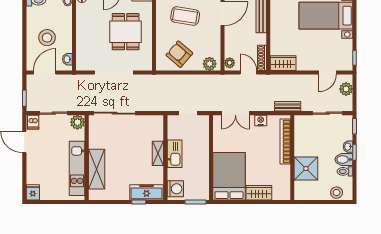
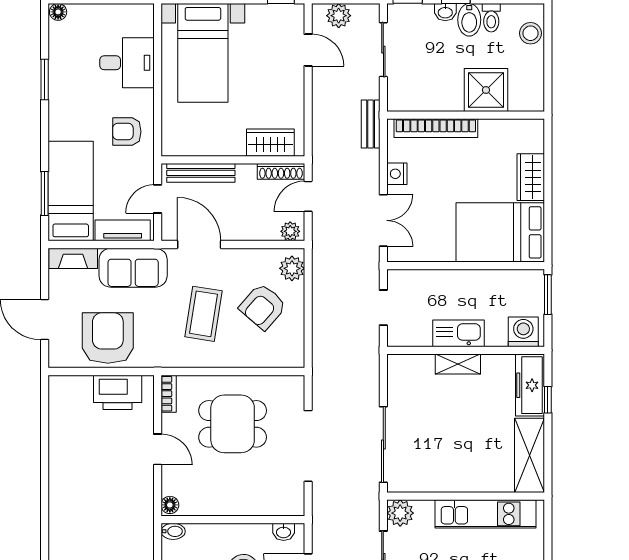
armchair: (179, 54) -> (263, 307), moved
wardrobe: (283, 63) -> (270, 143), moved, turned 90
shelving: (97, 169) -> (529, 455), moved, turned 90

